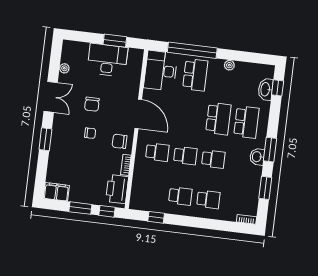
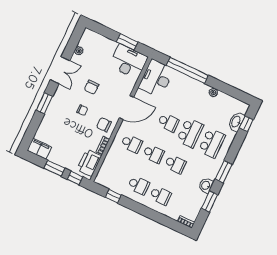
desk: (107, 60) -> (128, 61), moved
school desk: (195, 75) -> (168, 123), moved, width x0.54
door: (138, 114) -> (126, 107), hinge flipped
washbasin: (257, 157) -> (206, 185), moved

